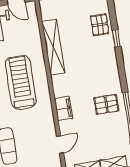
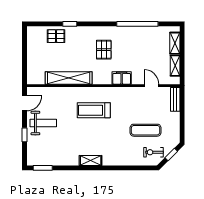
treadmill: (21, 82) -> (94, 110), width x0.73, depth x0.73
pallet: (106, 104) -> (104, 50), moved

